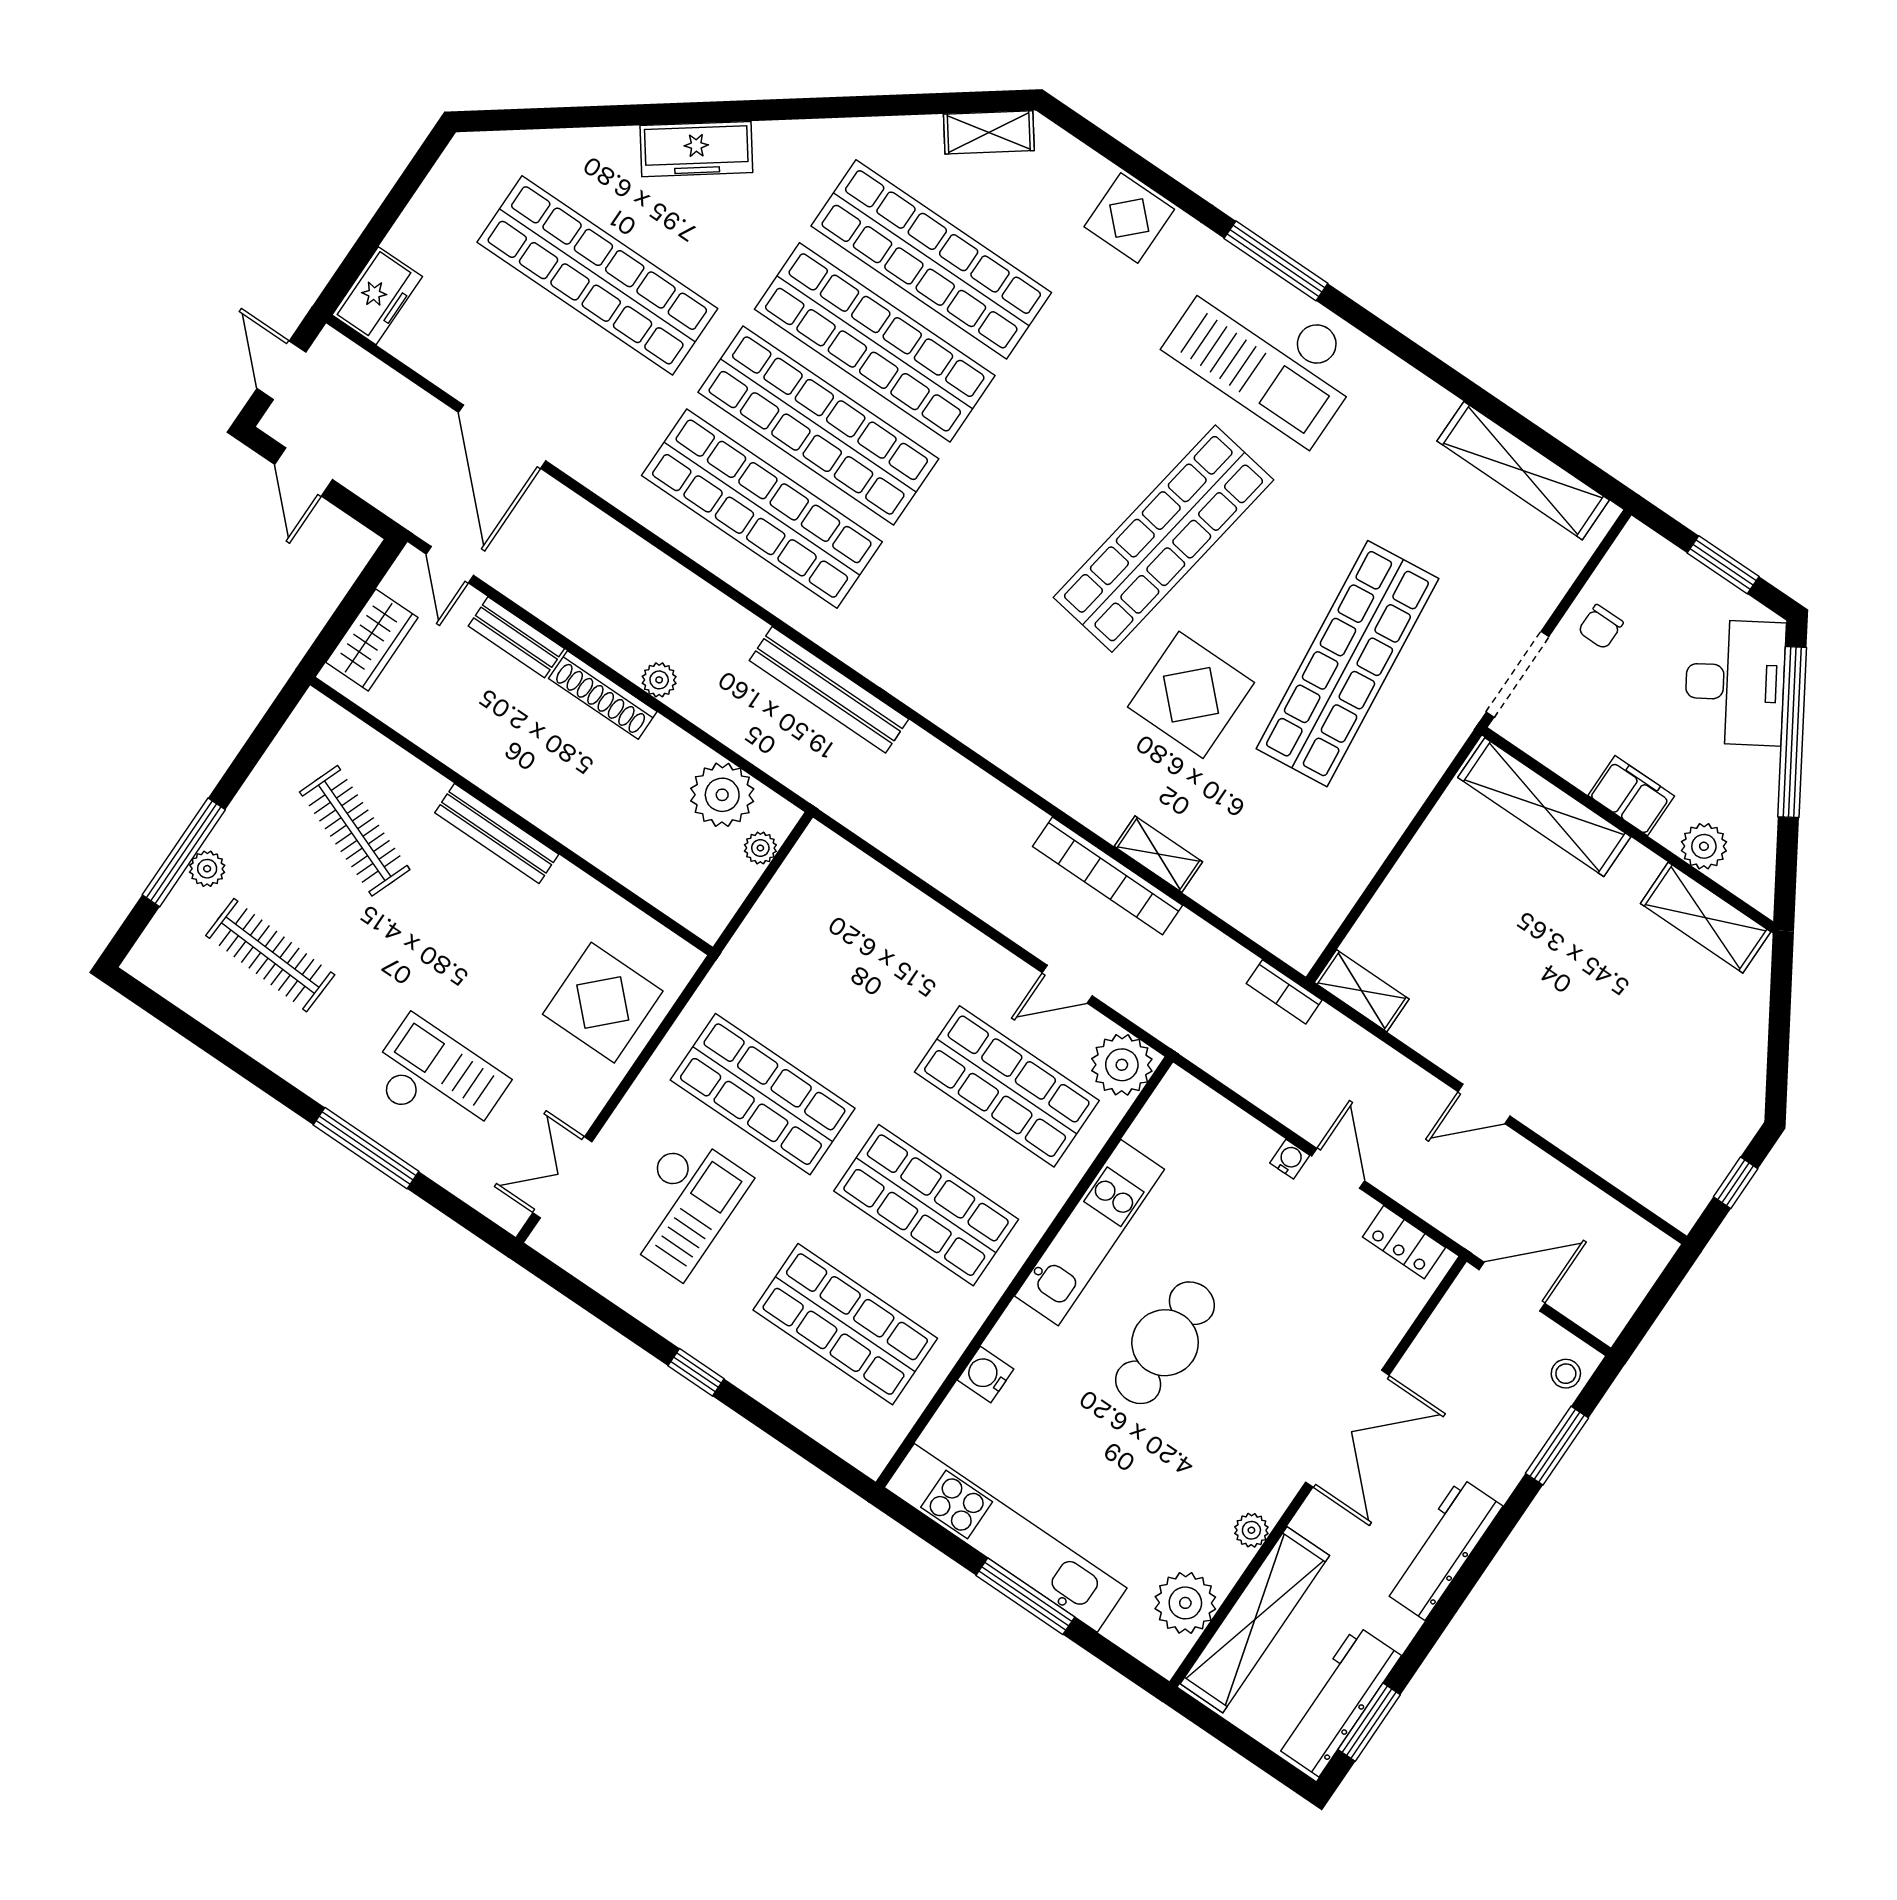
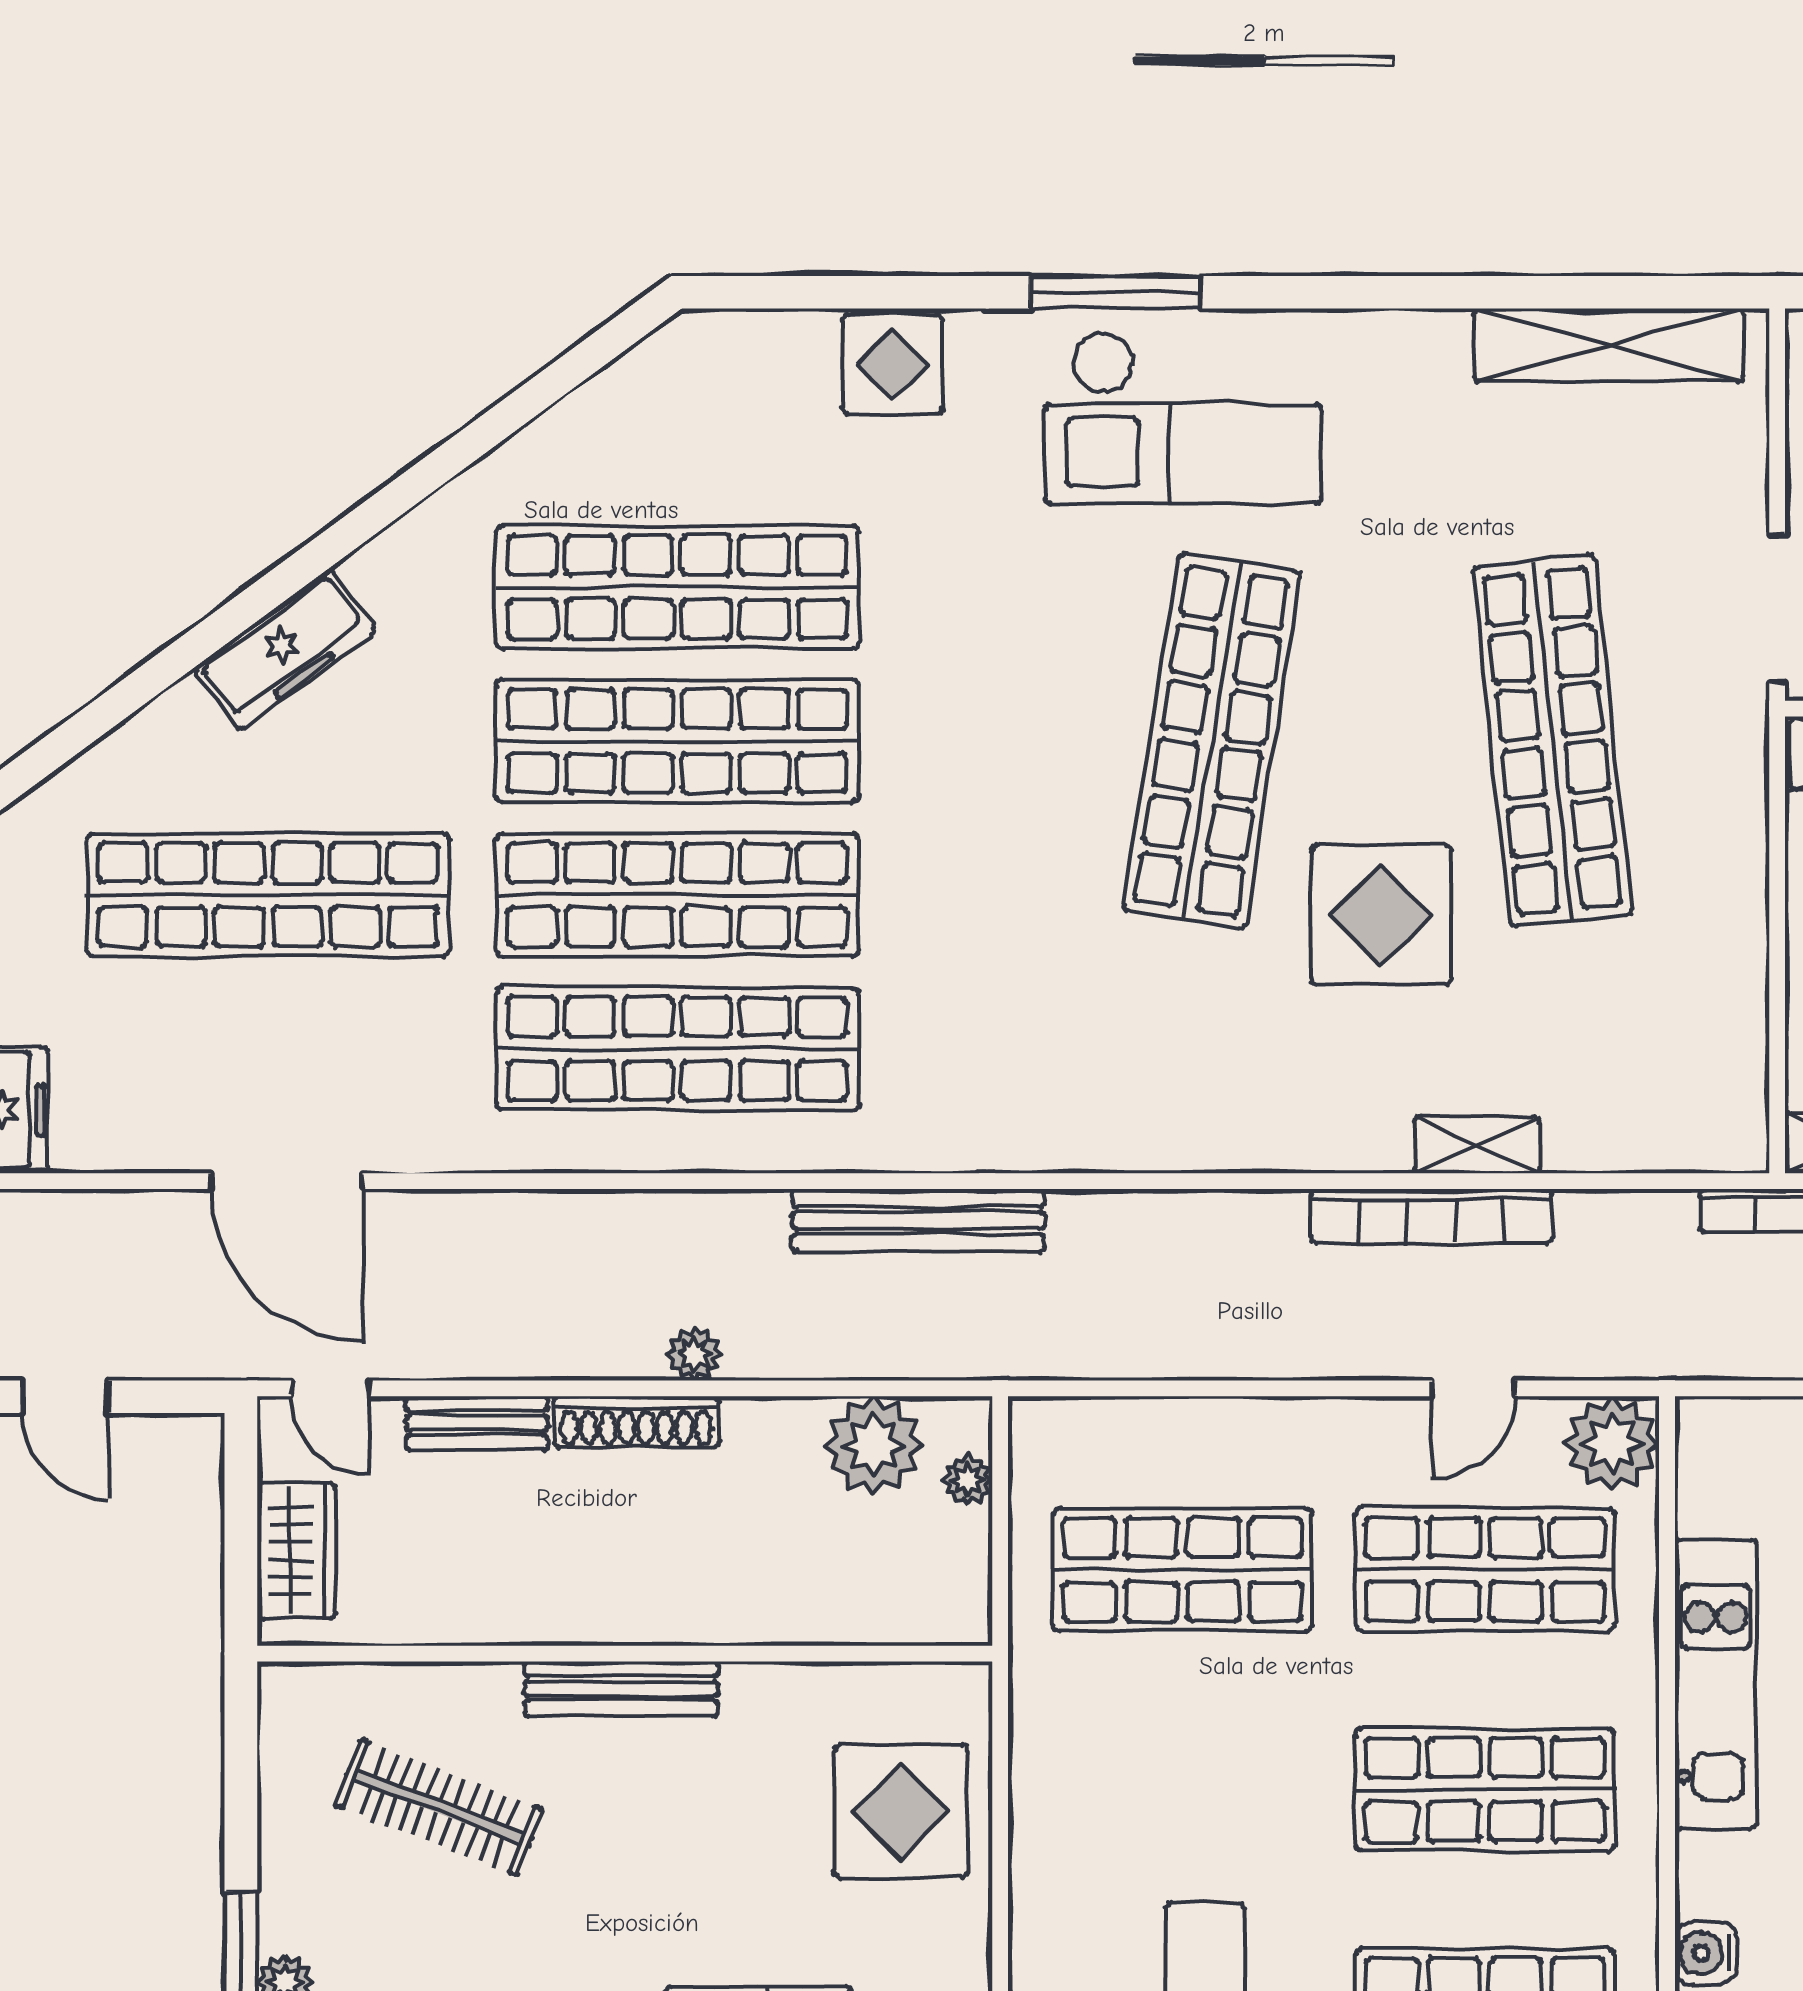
shelving: (989, 132) -> (641, 377), removed
shop shelf: (763, 1094) -> (1182, 1570), moved

